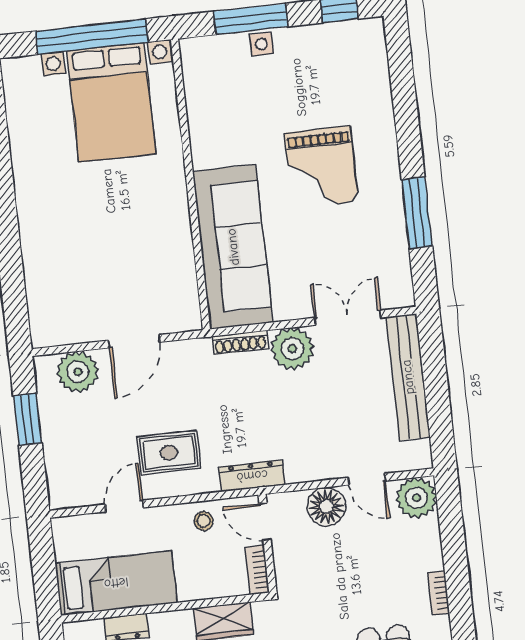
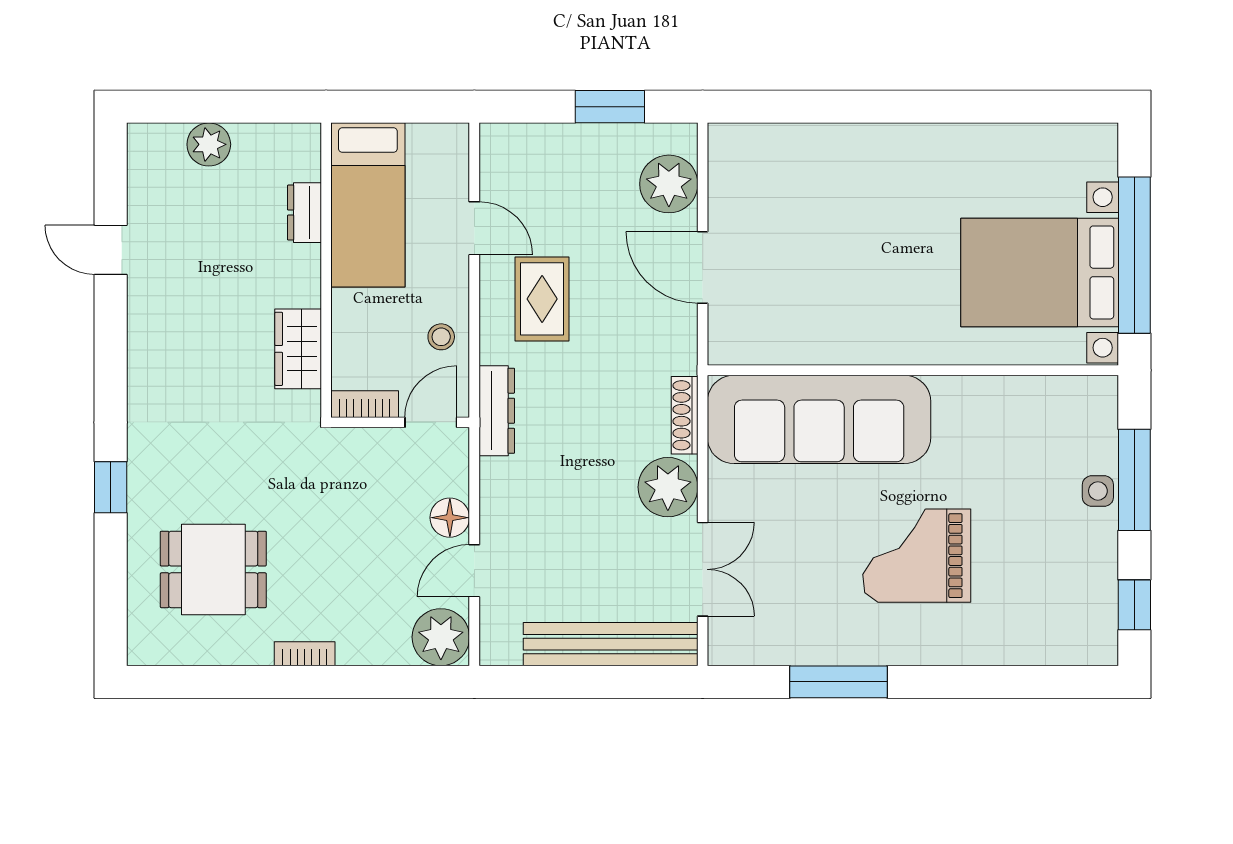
floor lamp: (326, 507) -> (450, 518), width x0.73, depth x0.73

